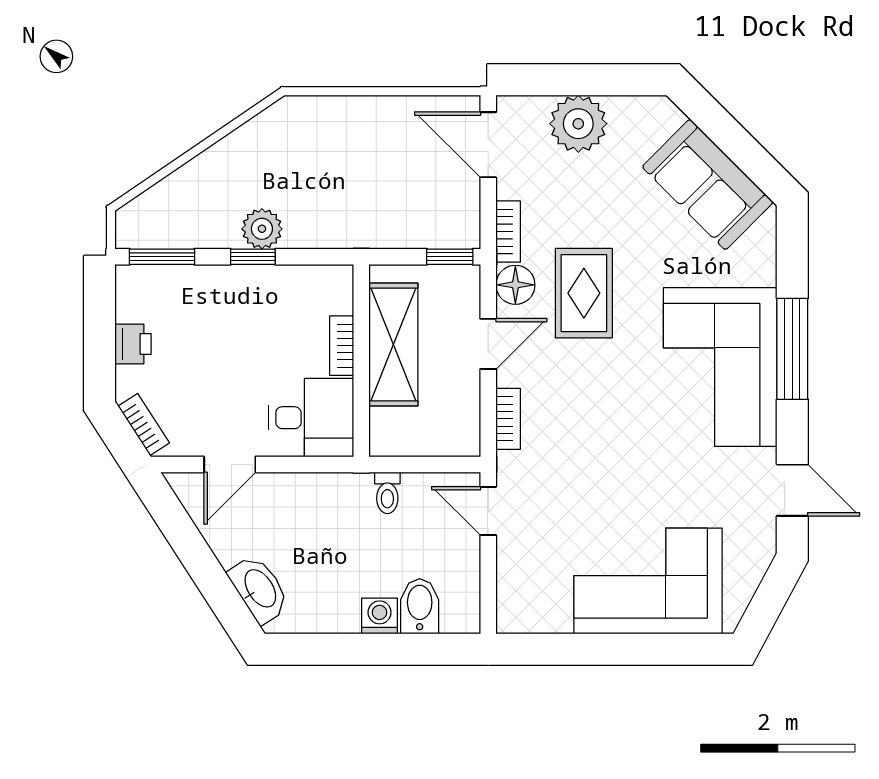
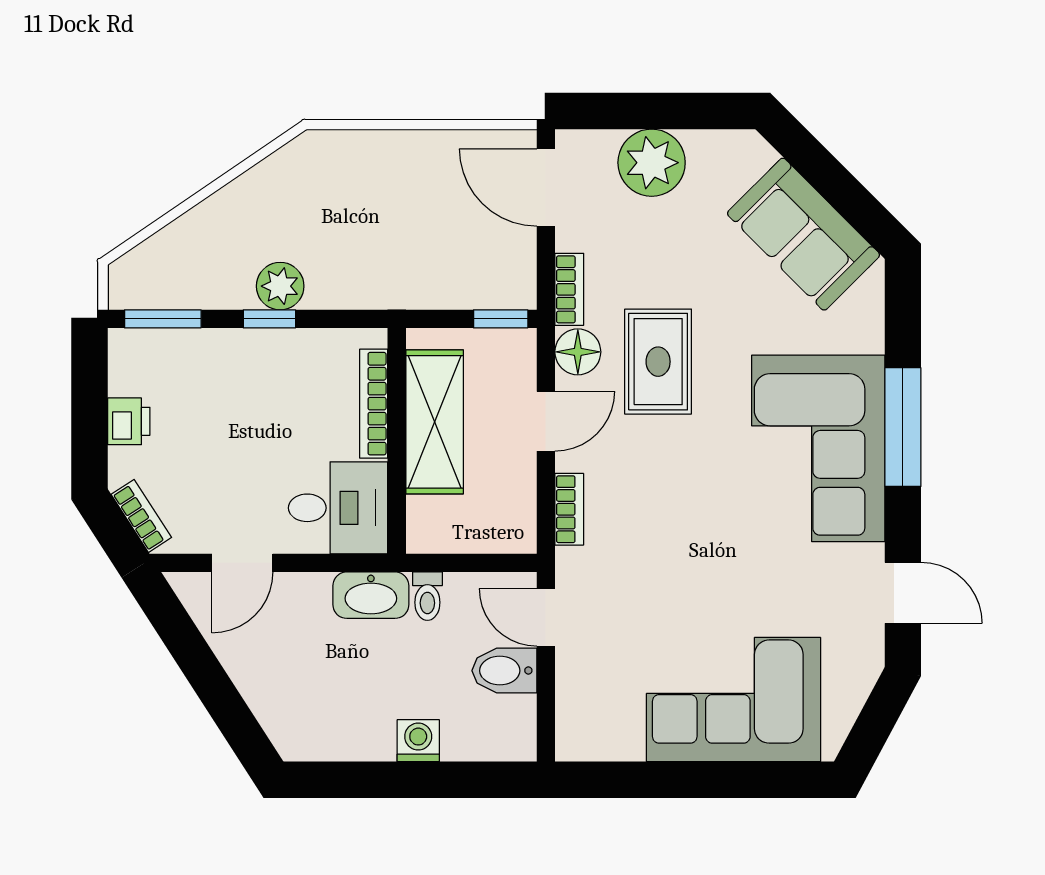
bookcase: (342, 346) -> (374, 404), width x1.56
washbasin: (259, 589) -> (371, 595), moved, turned 123
bidet: (420, 606) -> (504, 671), moved, turned -90

